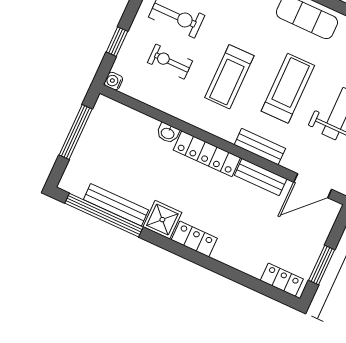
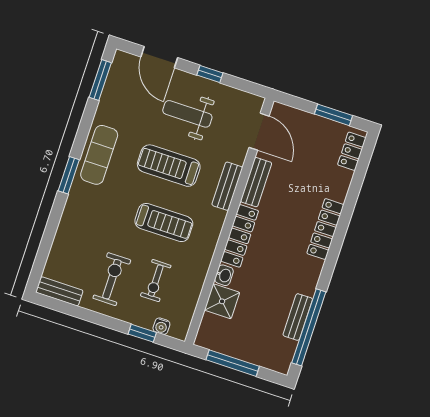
water cooler: (114, 81) -> (161, 326), moved
bench: (116, 205) -> (298, 317), width x0.73
shower: (162, 220) -> (222, 301), moved
locker: (194, 239) -> (325, 229), width x1.53

